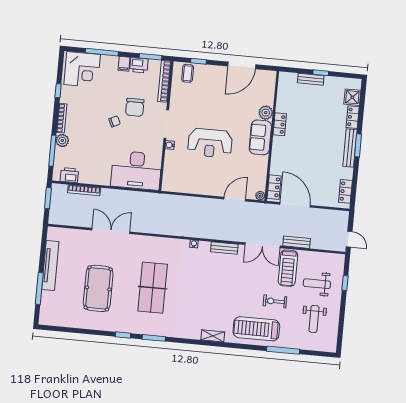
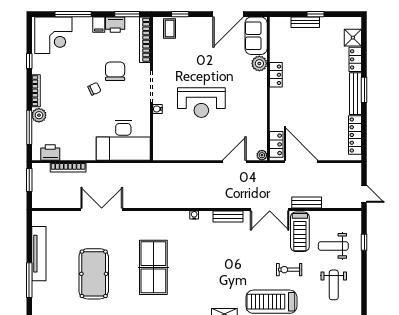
chair: (135, 107) -> (115, 71), turned 180
sofa: (260, 137) -> (256, 36), moved
locker: (345, 191) -> (355, 135), width x1.53

